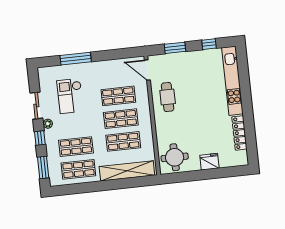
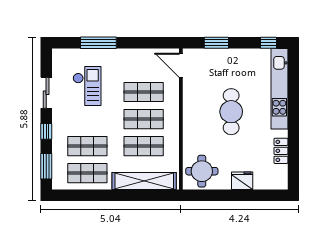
window: (209, 44) -> (268, 43), moved
checkout: (70, 96) -> (87, 86), turned 180
cafe table: (168, 97) -> (231, 112), moved, width x1.37, depth x1.35
plant: (48, 124) -> (57, 116), removed
locker: (239, 133) -> (281, 151), width x0.66

